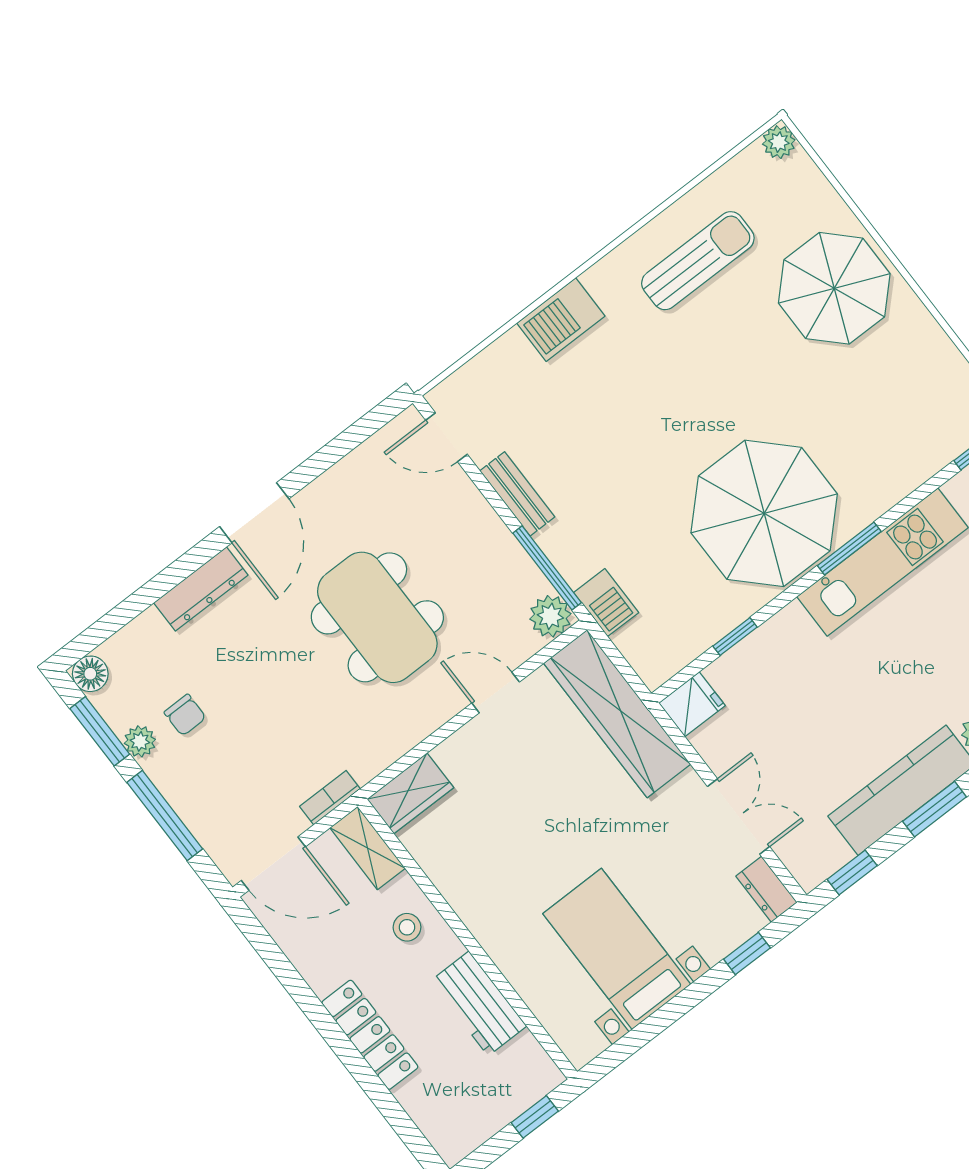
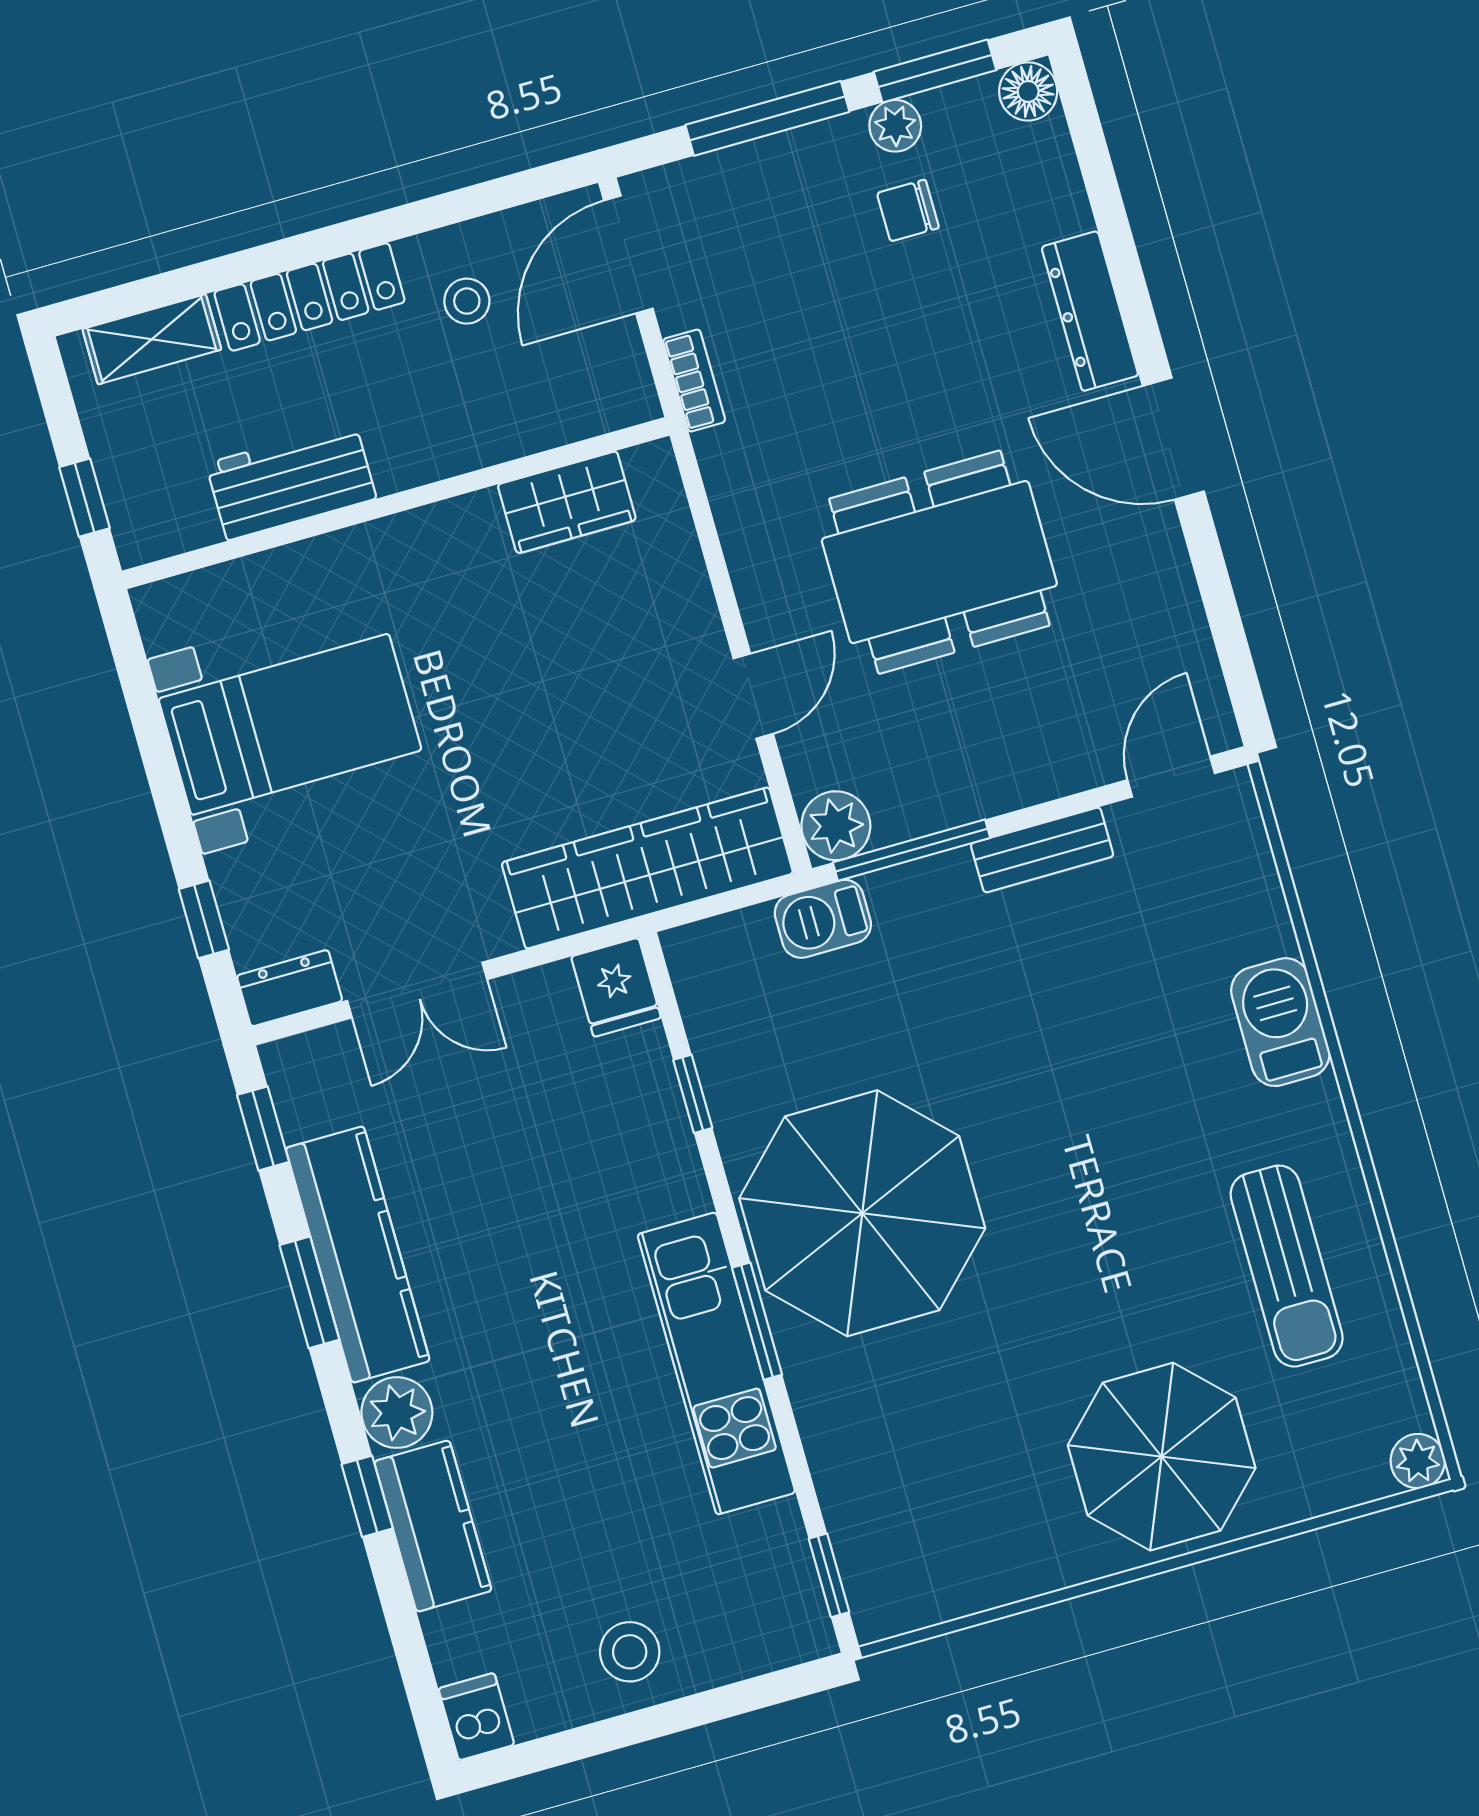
wardrobe: (410, 793) -> (567, 502), moved, turned -90
shelving: (368, 848) -> (152, 339), moved
stool: (407, 927) -> (467, 301), moved

